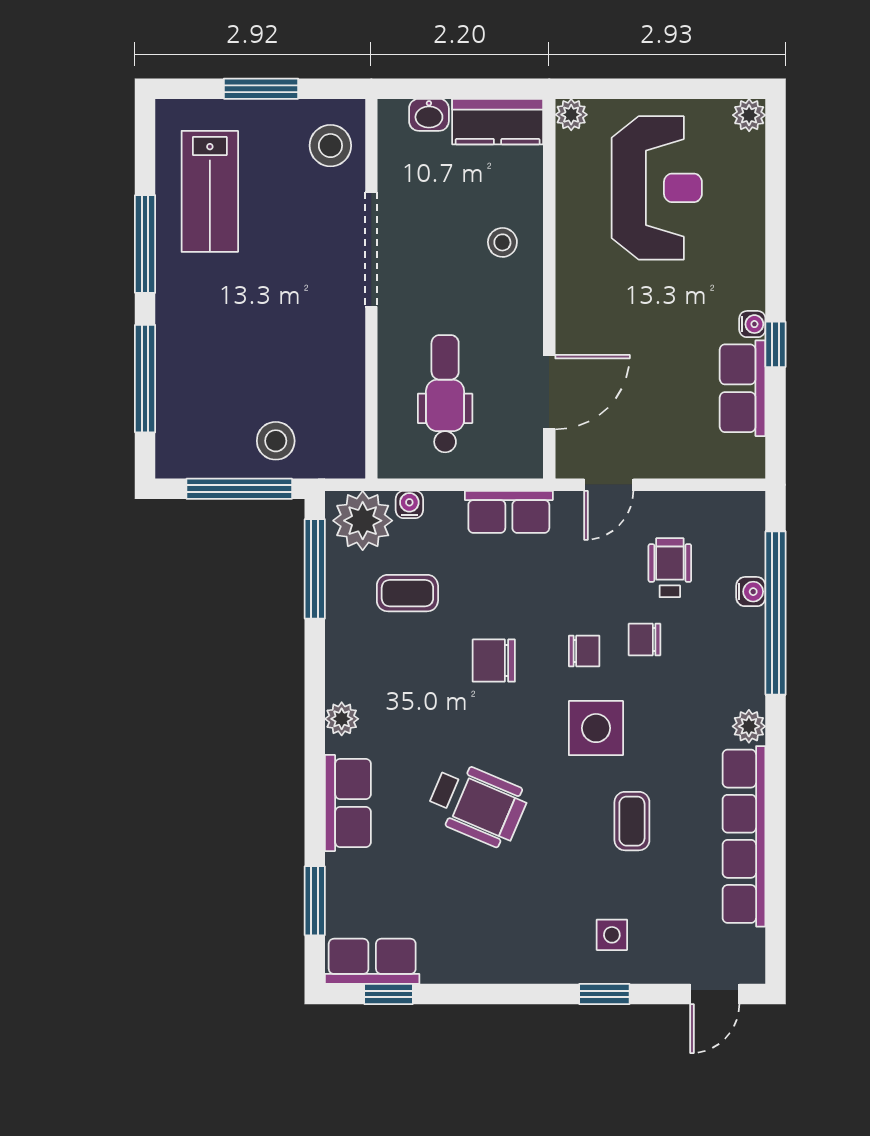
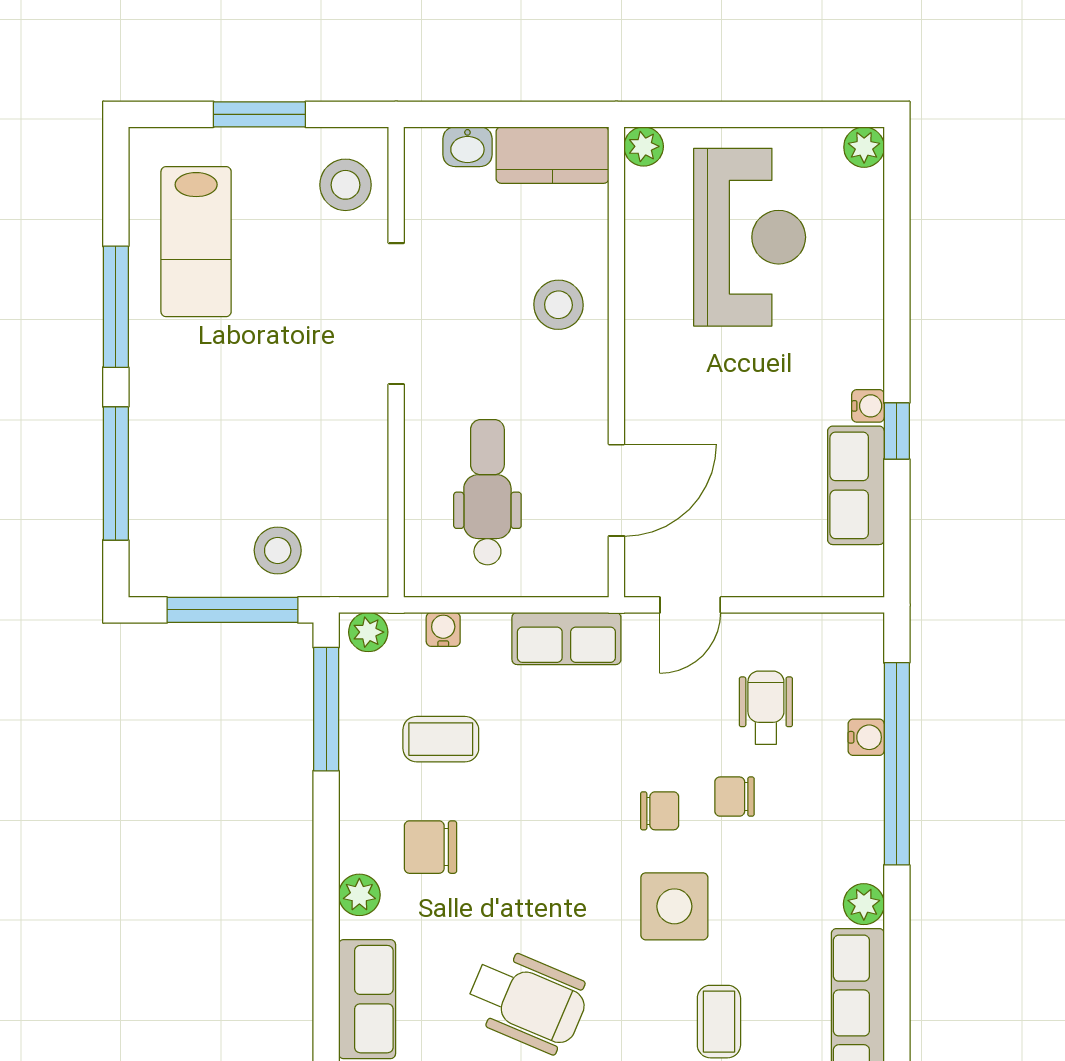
stool: (502, 242) -> (558, 305), width x1.37, depth x1.37
plant: (363, 521) -> (368, 632), width x0.53, depth x0.53
chair: (494, 661) -> (431, 847), moved

